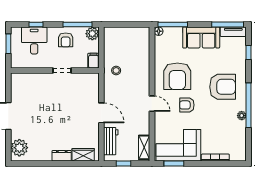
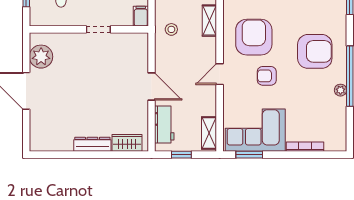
shelving: (144, 64) -> (209, 21), added
armchair: (177, 76) -> (254, 37), turned 180
door: (152, 104) -> (220, 74), swing flipped
plant: (19, 148) -> (41, 57), moved
dresser: (62, 156) -> (92, 144), width x1.44

